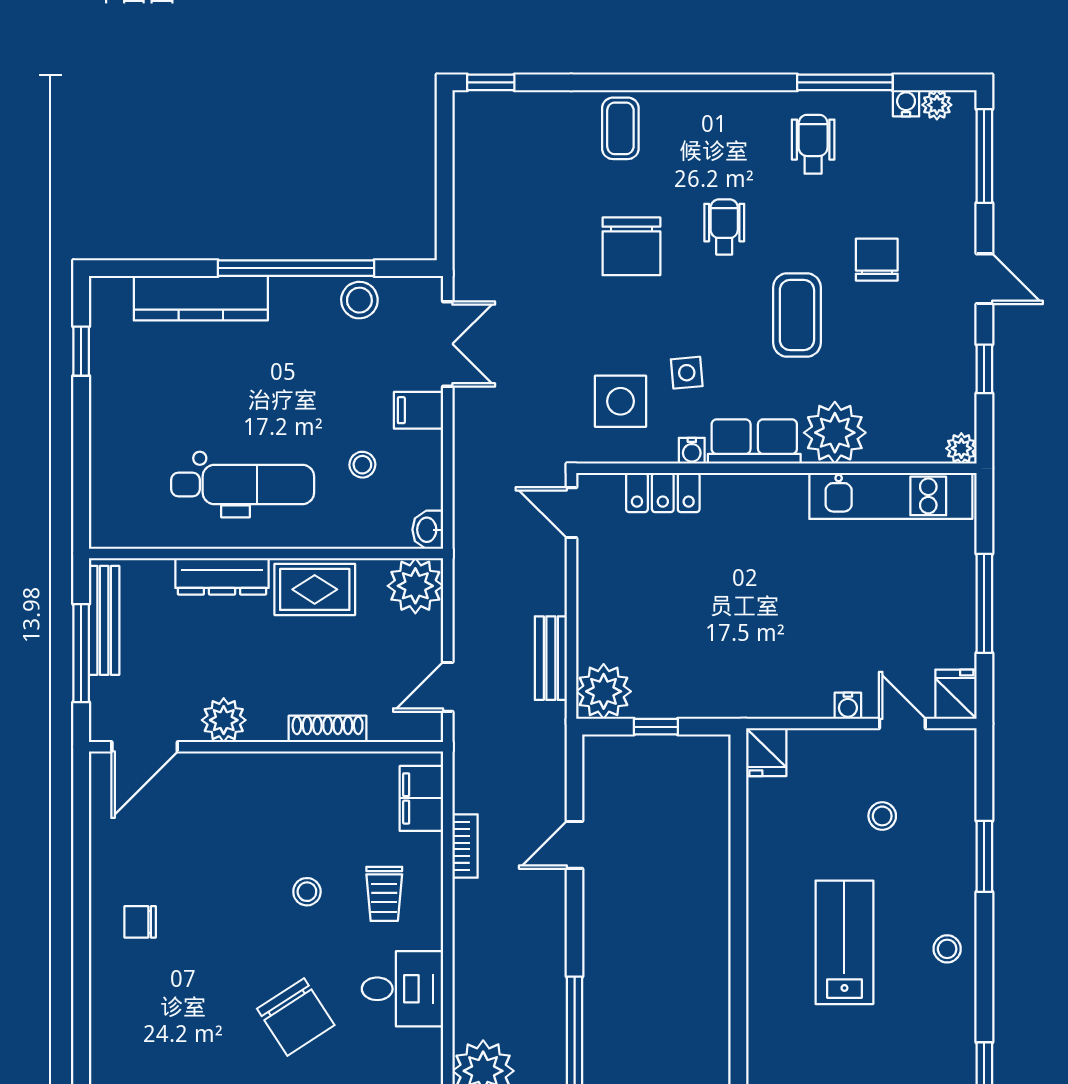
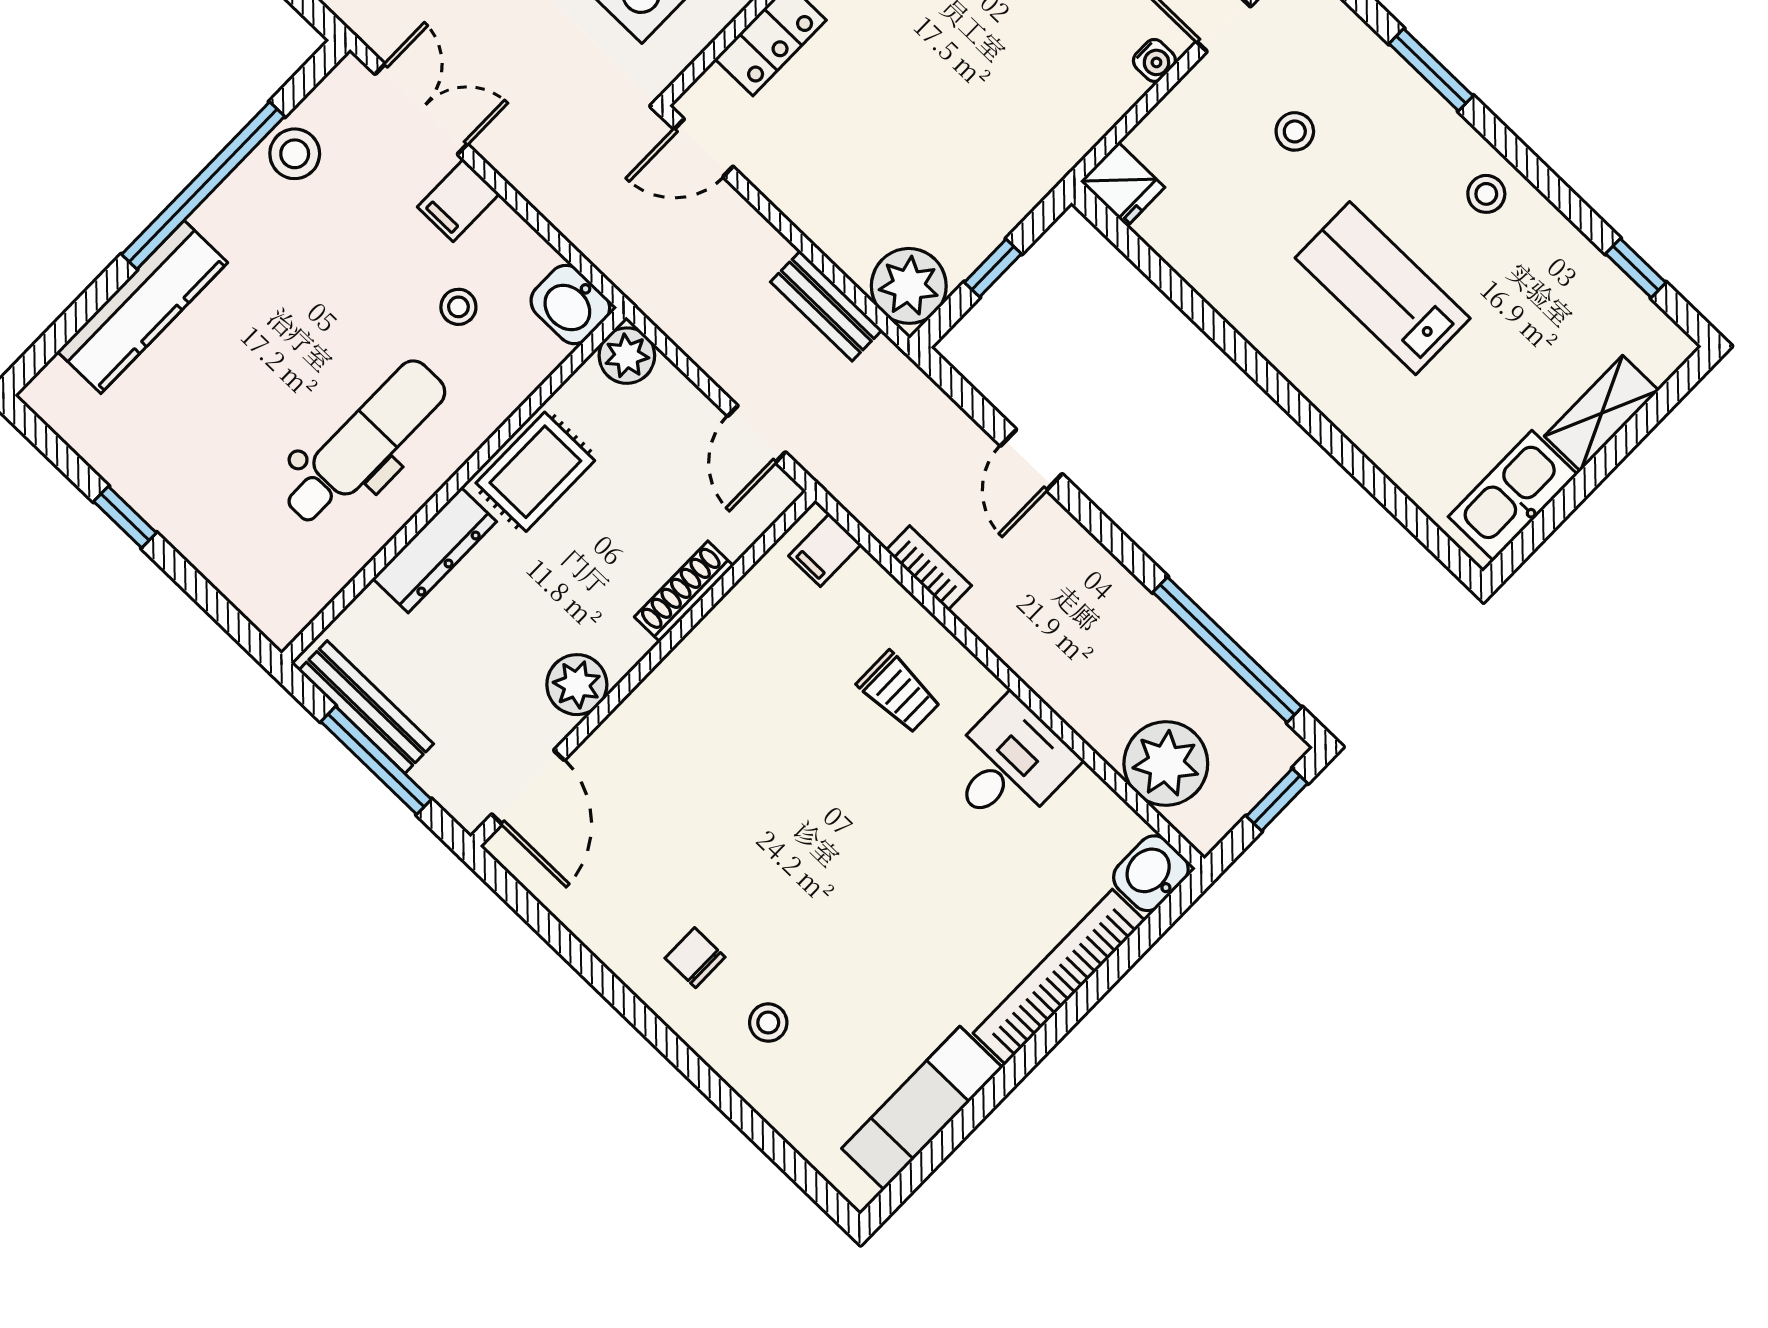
window: (81, 351) -> (125, 517), moved
washbasin: (428, 530) -> (570, 305), width x1.38, depth x1.45
plant: (415, 586) -> (627, 356), width x0.73, depth x0.73
filing cabinet: (421, 798) -> (825, 550), width x0.50
stool: (307, 892) -> (768, 1023), moved
chair: (140, 922) -> (695, 958), turned 90
chair: (296, 1017) -> (936, 896), removed

